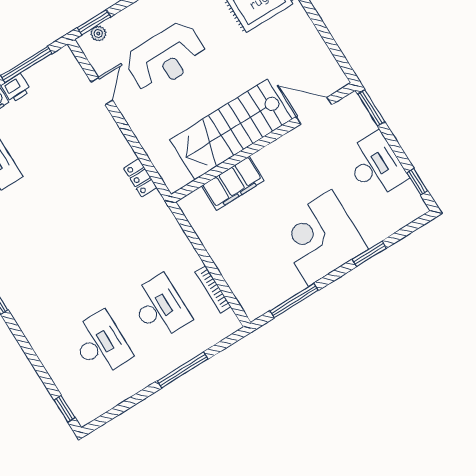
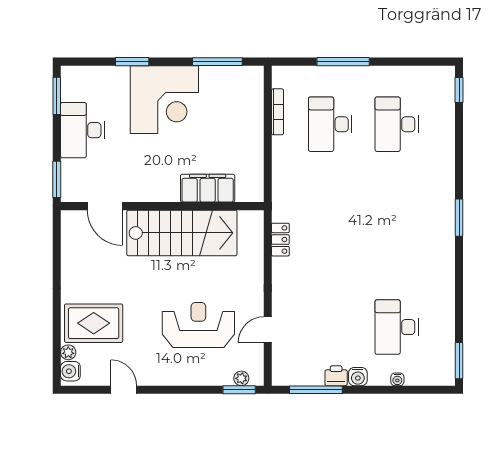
window: (417, 182) -> (57, 96), width x1.50

